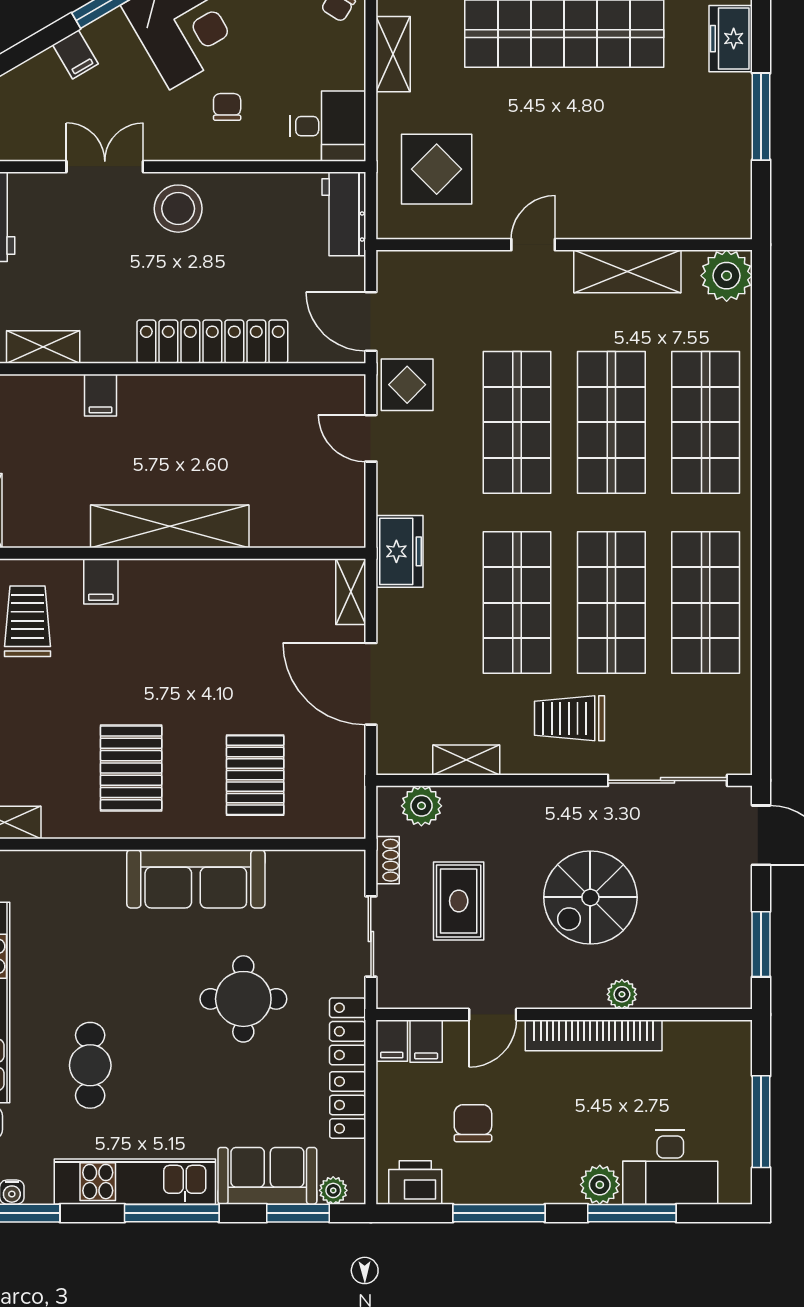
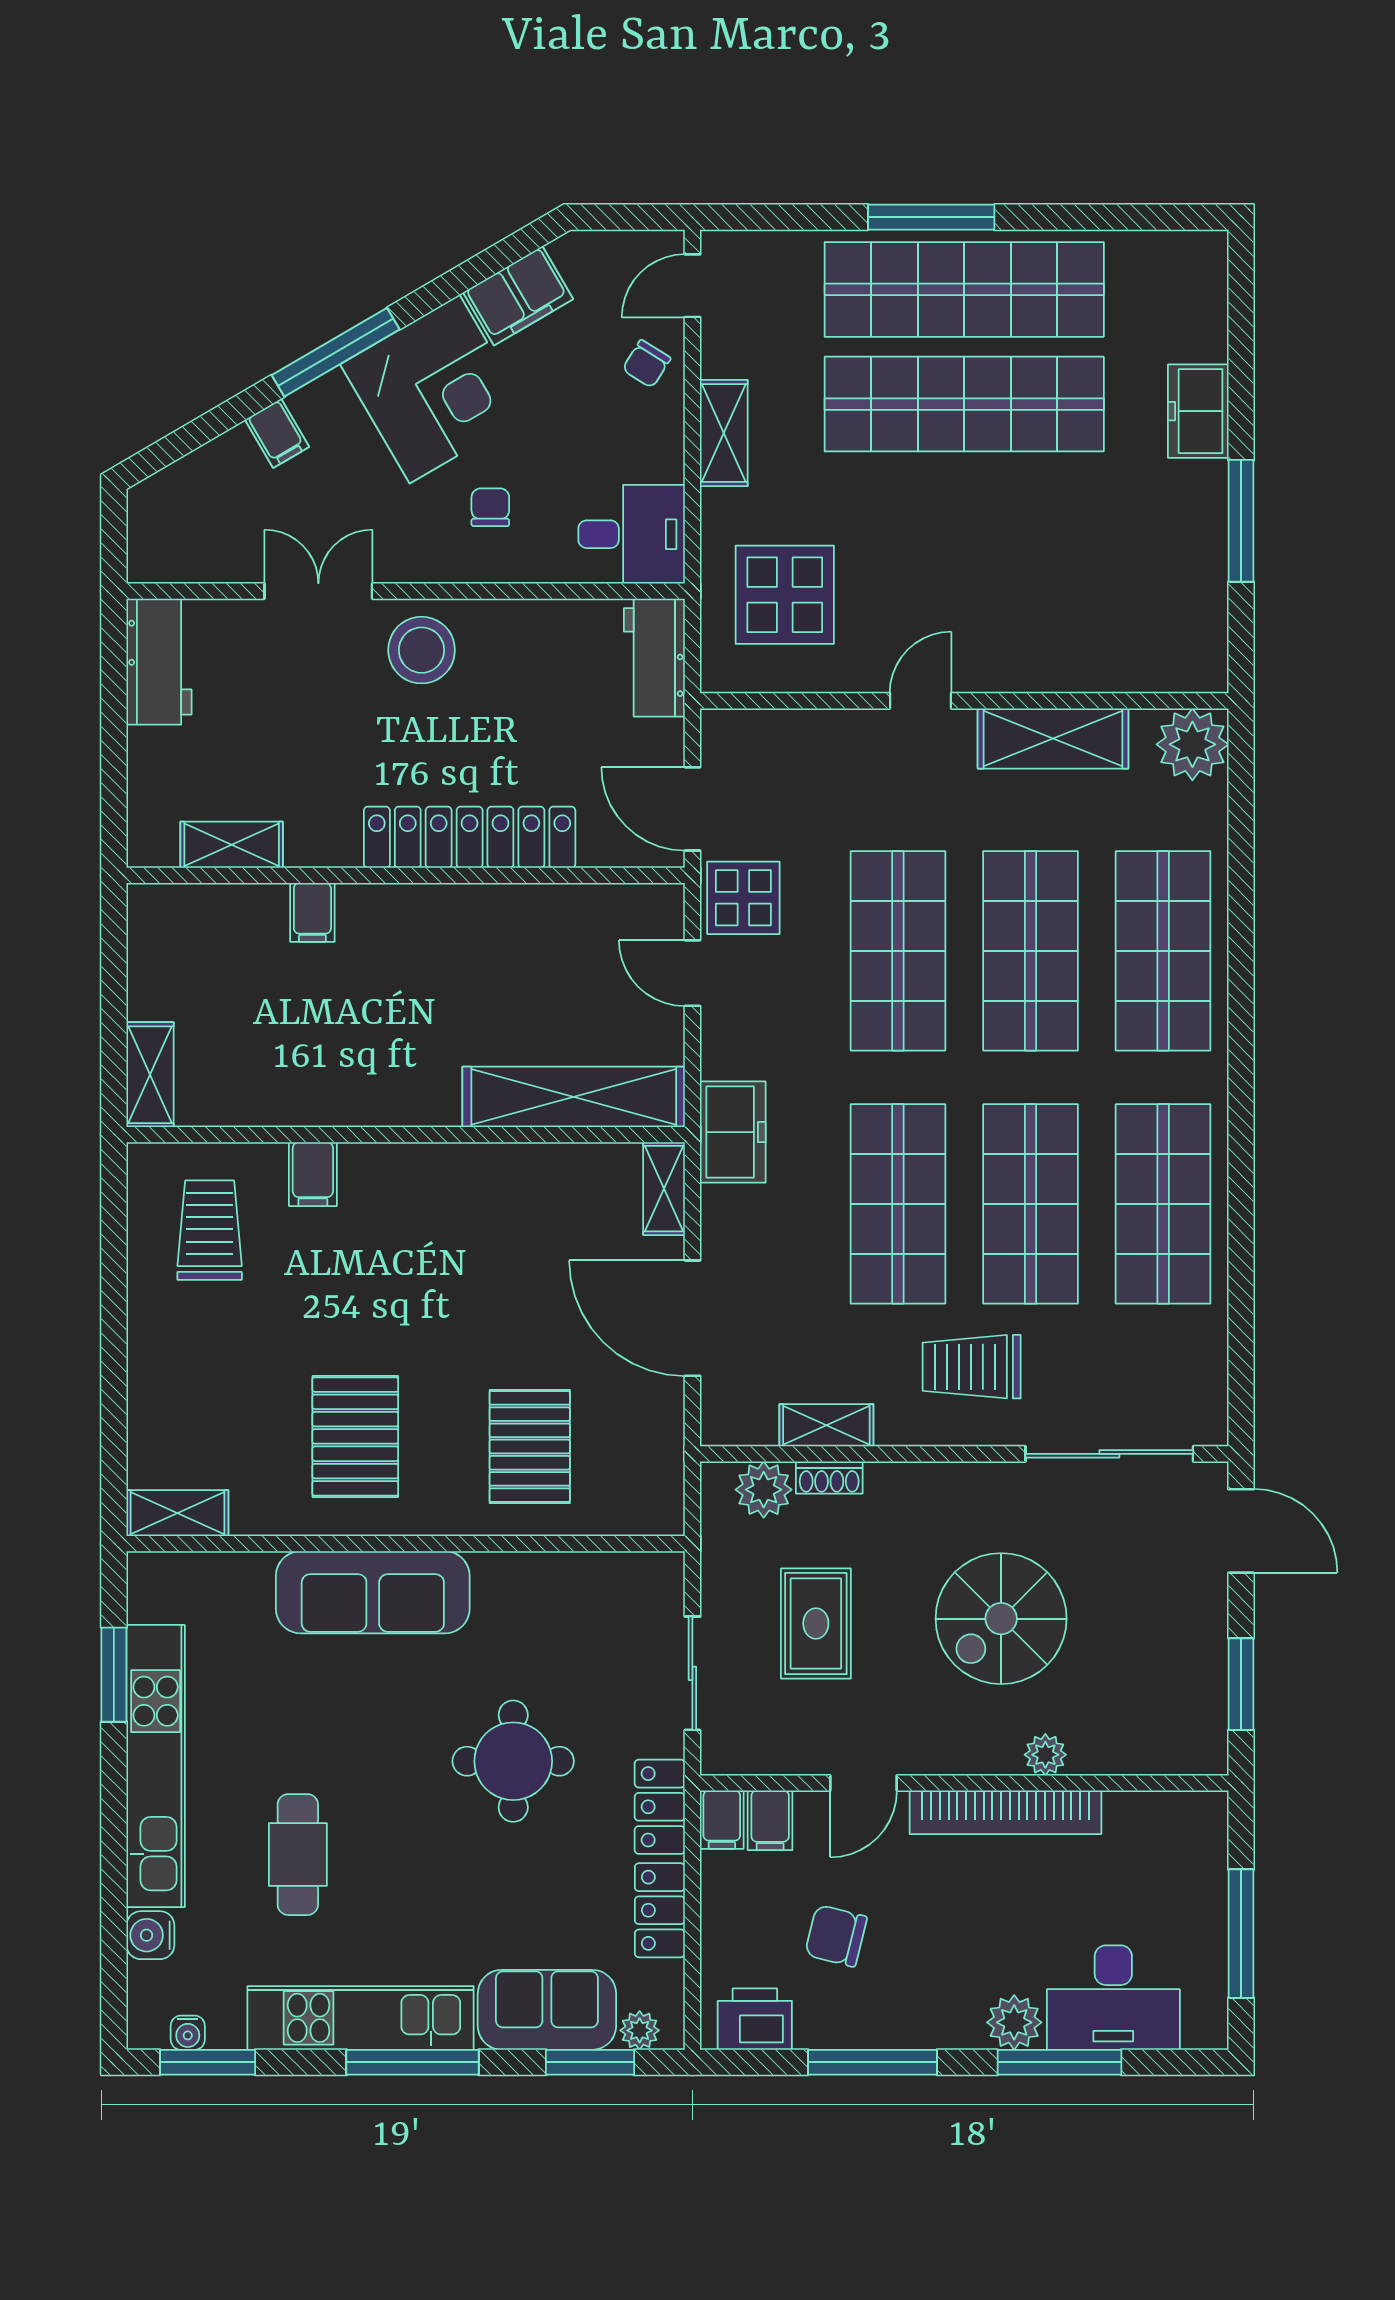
shelving: (170, 526) -> (574, 1097), moved
shoe rack: (388, 860) -> (829, 1478), moved, turned 90
sofa: (196, 879) -> (373, 1592), moved
chair: (473, 1123) -> (836, 1936), turned -76

